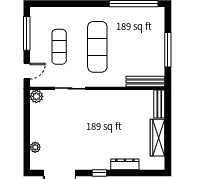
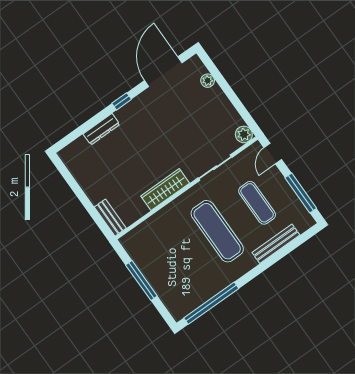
bench: (145, 81) -> (276, 244), moved
wardrobe: (158, 138) -> (165, 190), moved, turned -90

